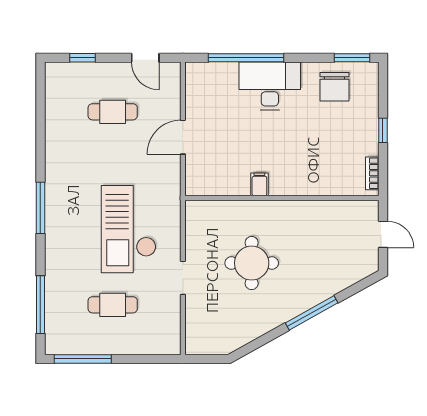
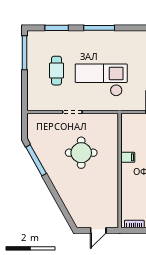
window: (40, 208) -> (99, 28), moved
window: (40, 305) -> (57, 28), width x0.69
window: (312, 313) -> (36, 160), moved

